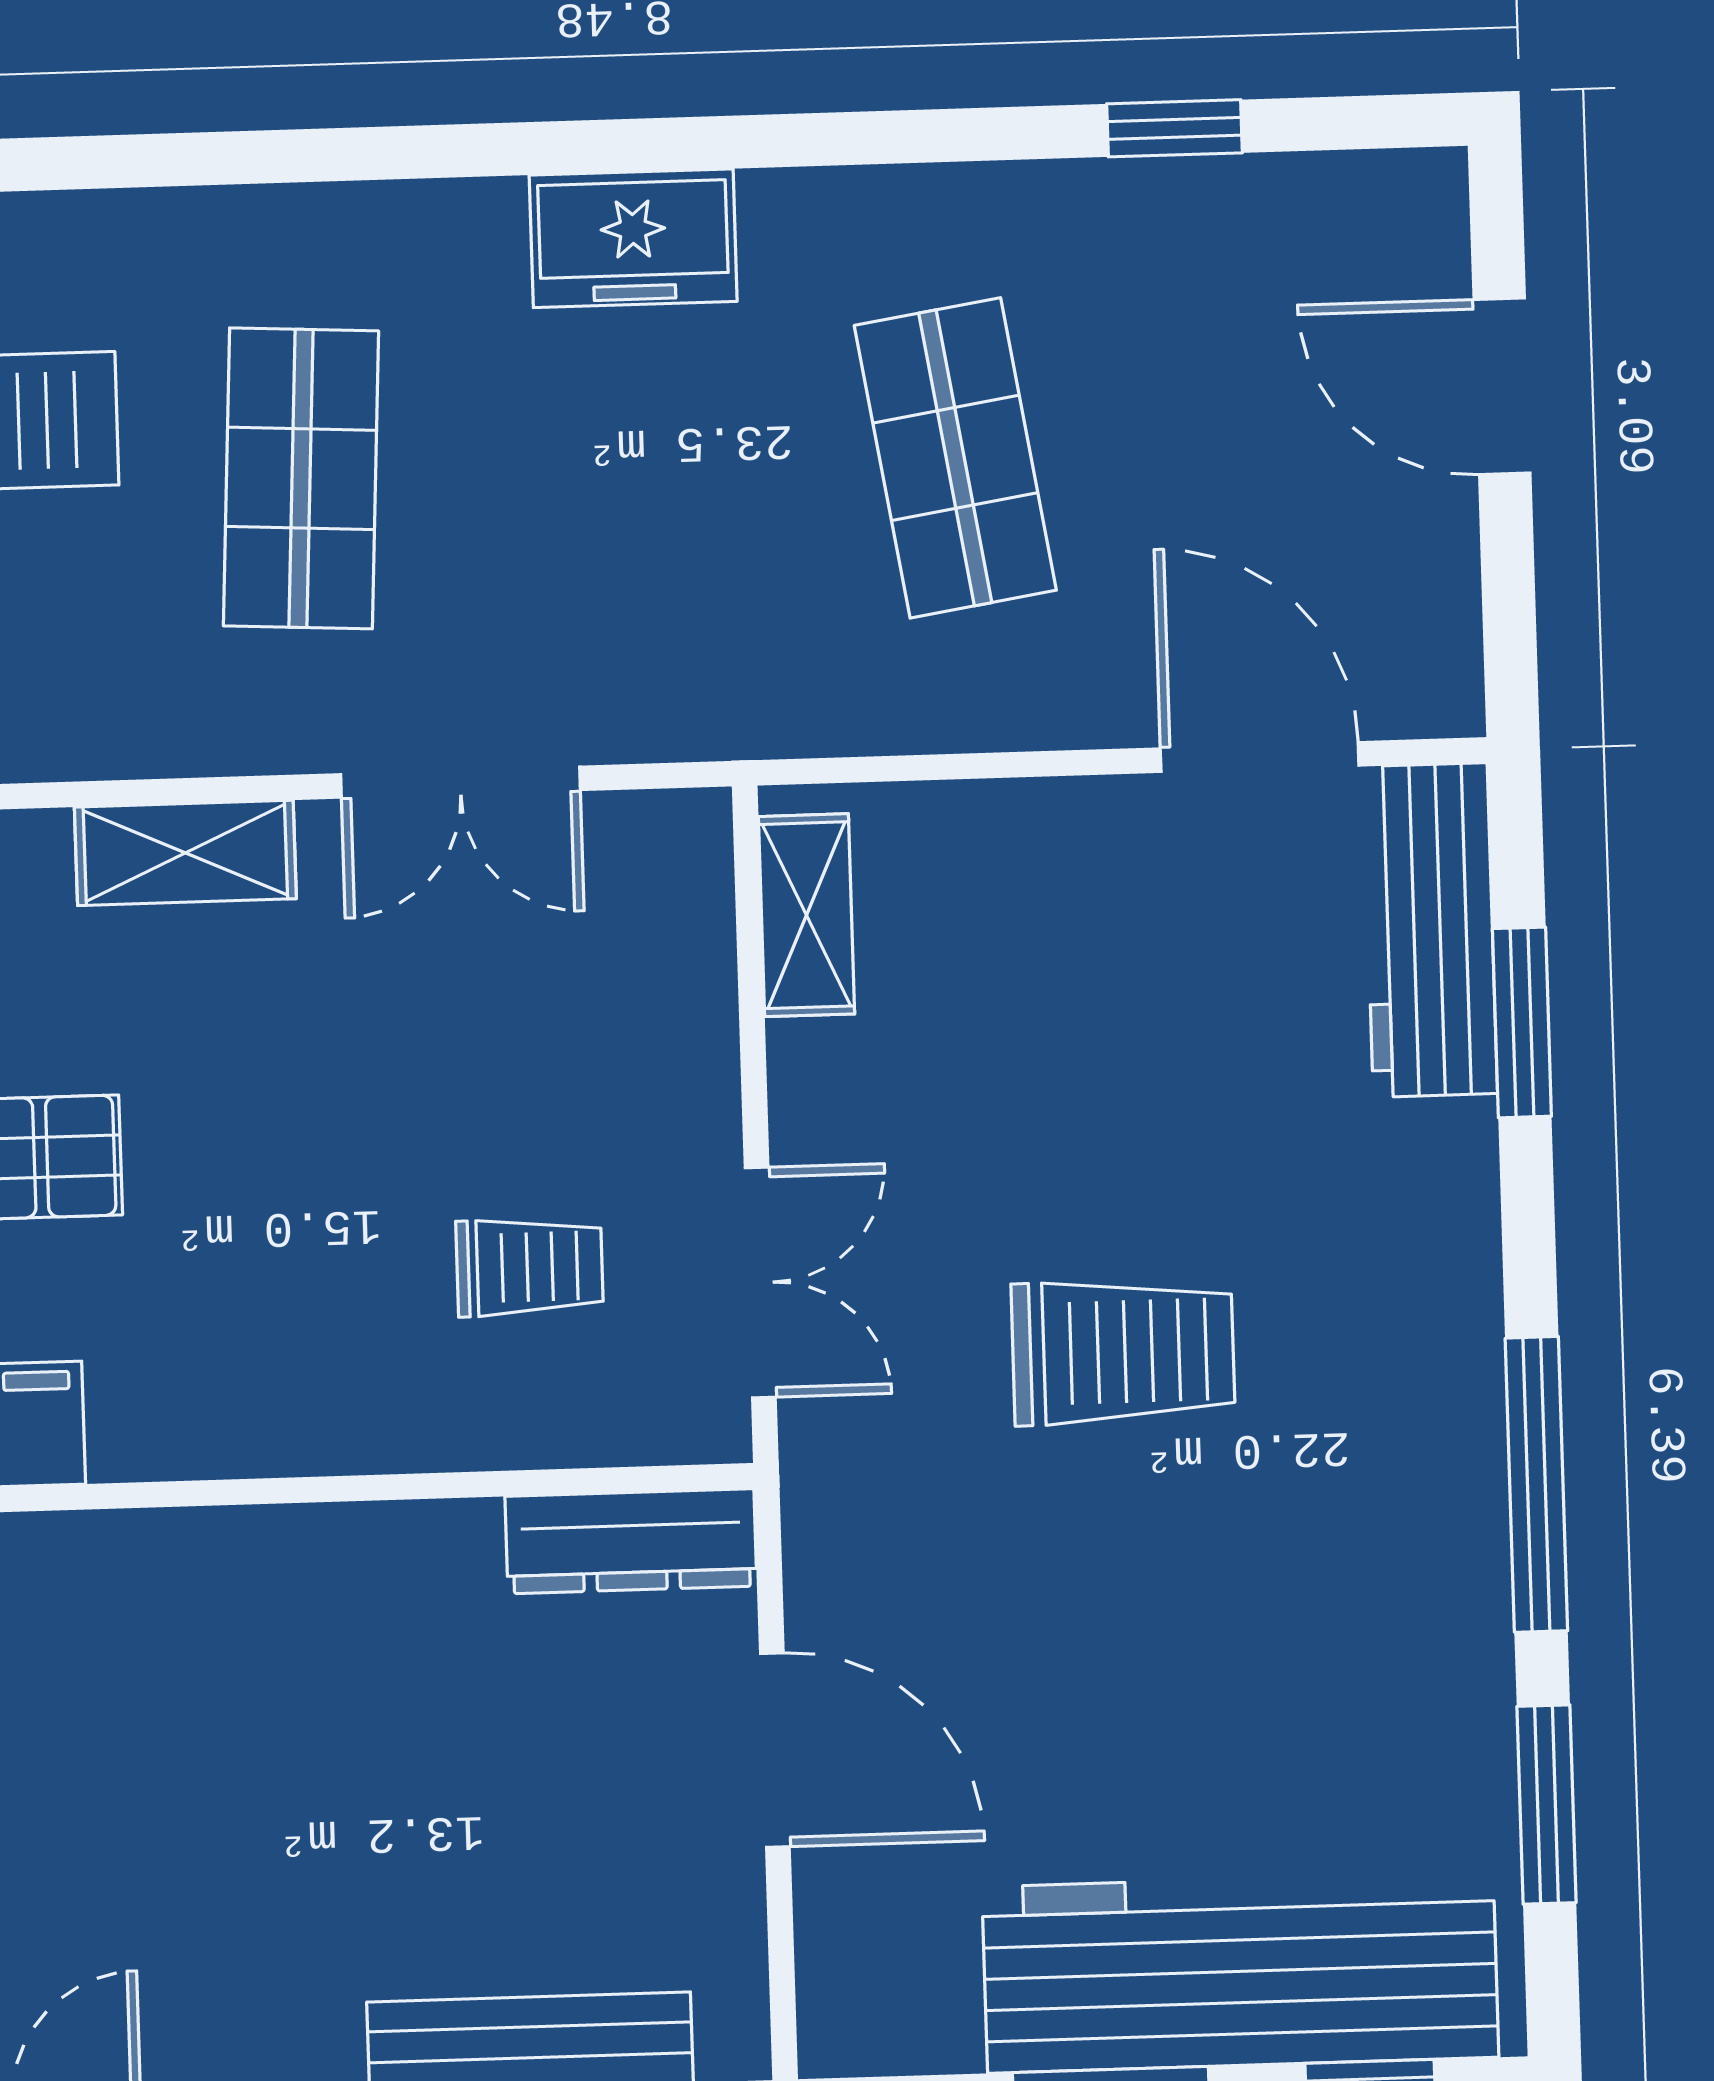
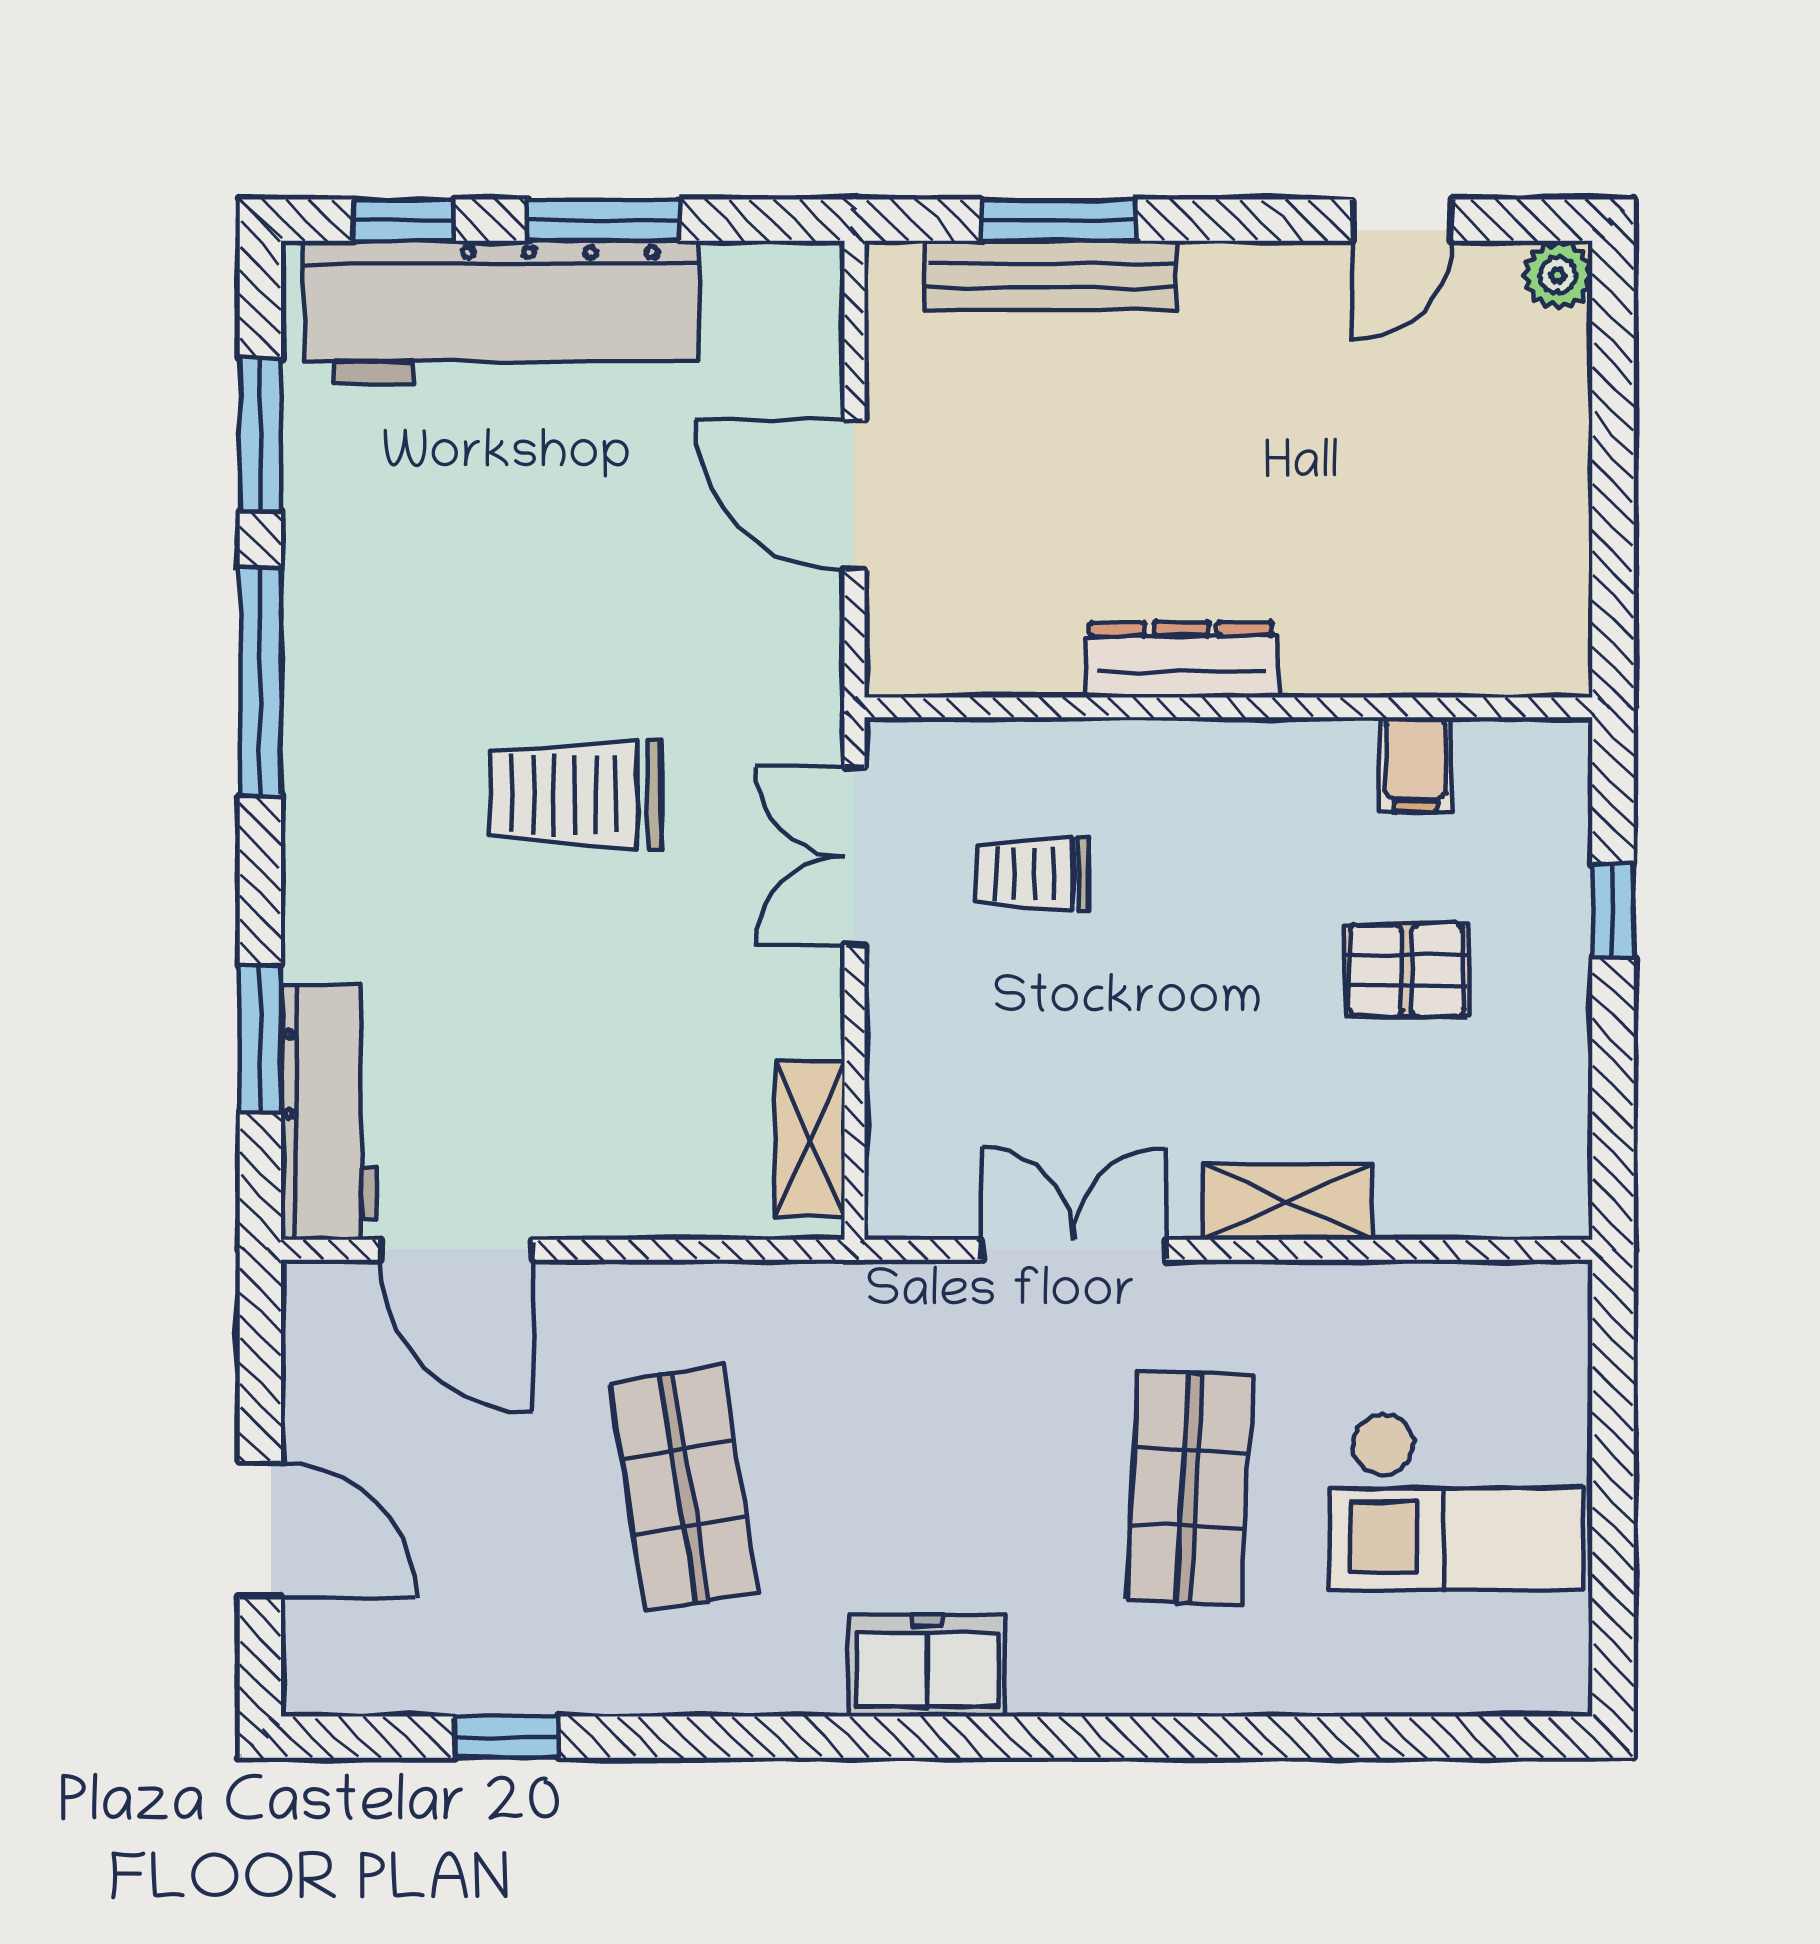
dresser: (631, 1541) -> (1181, 660), moved

